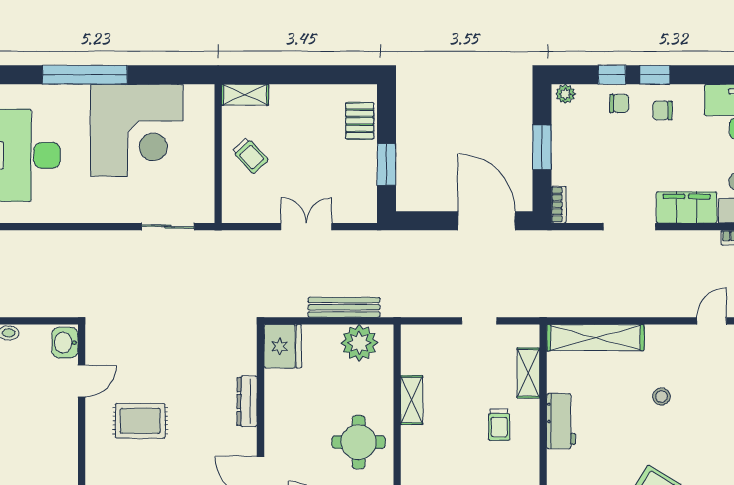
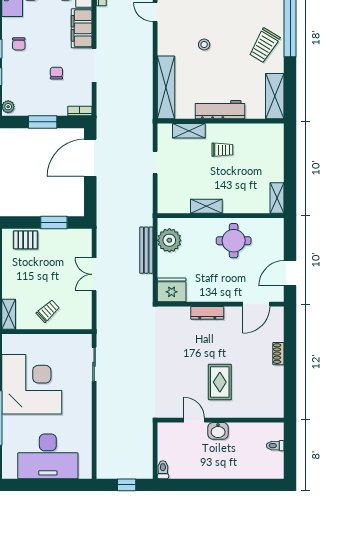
chair: (619, 103) -> (56, 73), moved
washbasin: (65, 343) -> (218, 431), moved
workbench: (561, 421) -> (220, 110), width x1.38

